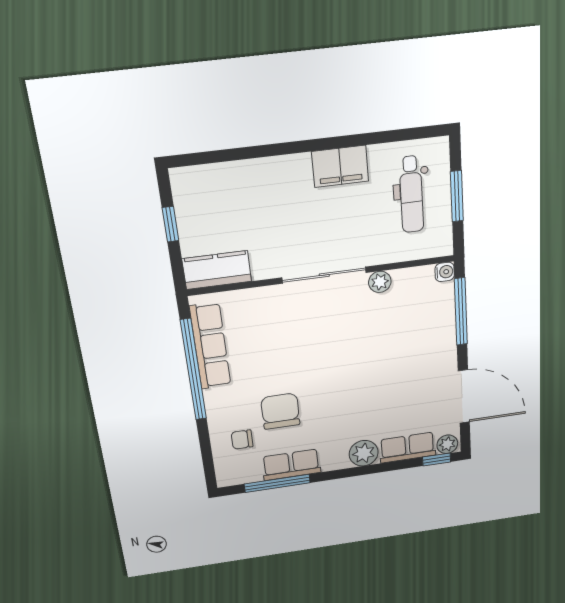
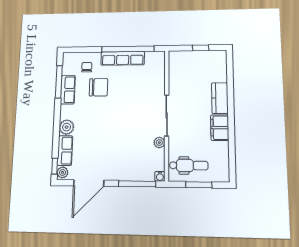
dental chair: (411, 194) -> (189, 165), moved, turned 180
kitchen counter: (217, 270) -> (220, 98), moved, turned 180
row of seats: (210, 346) -> (123, 58), moved

